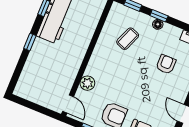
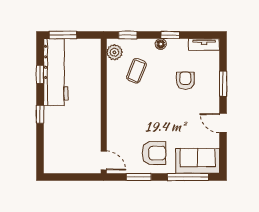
window: (159, 16) -> (170, 35), moved
plant: (87, 83) -> (114, 52), moved

